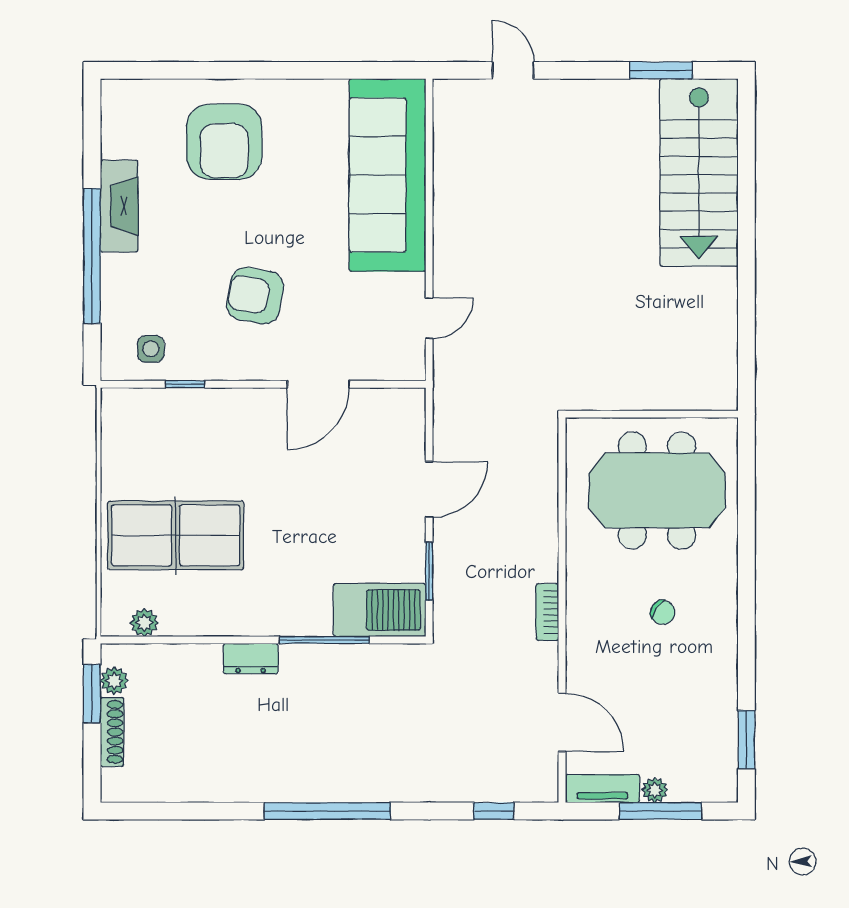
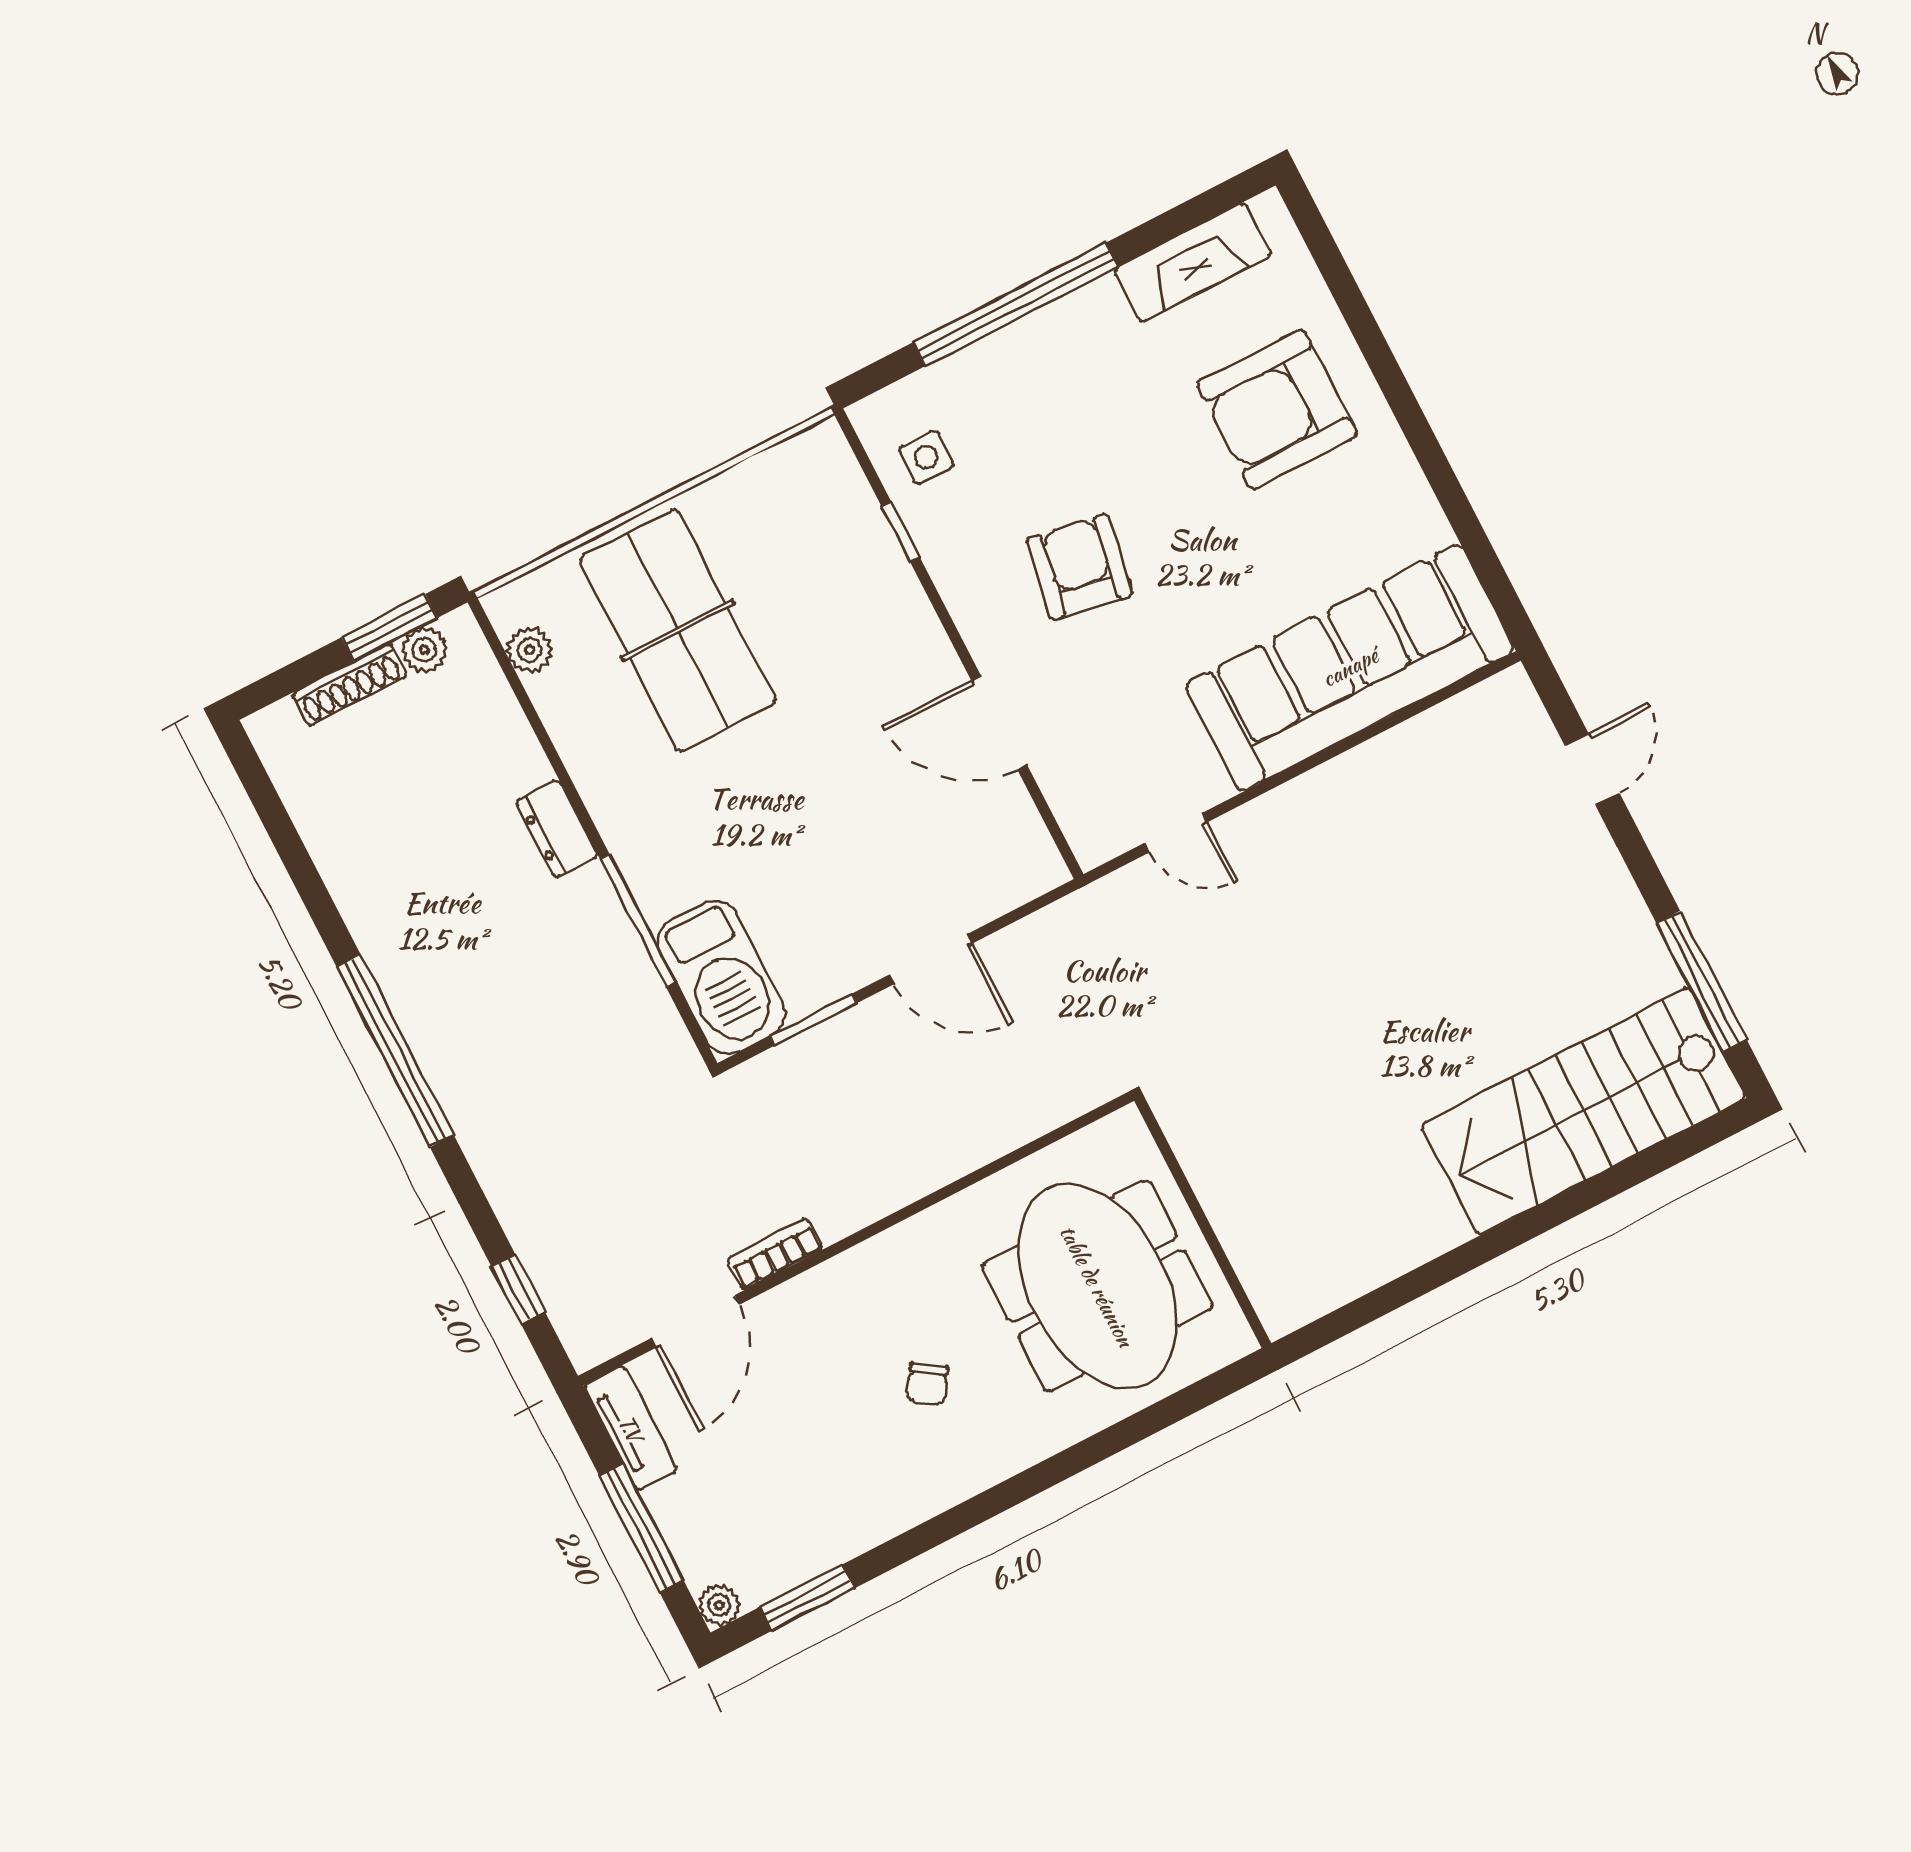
window: (661, 70) -> (1702, 982), width x1.44
fireplace: (119, 206) -> (1193, 262), moved
bookcase: (547, 612) -> (775, 1254), moved
plant: (655, 790) -> (719, 1605), moved

